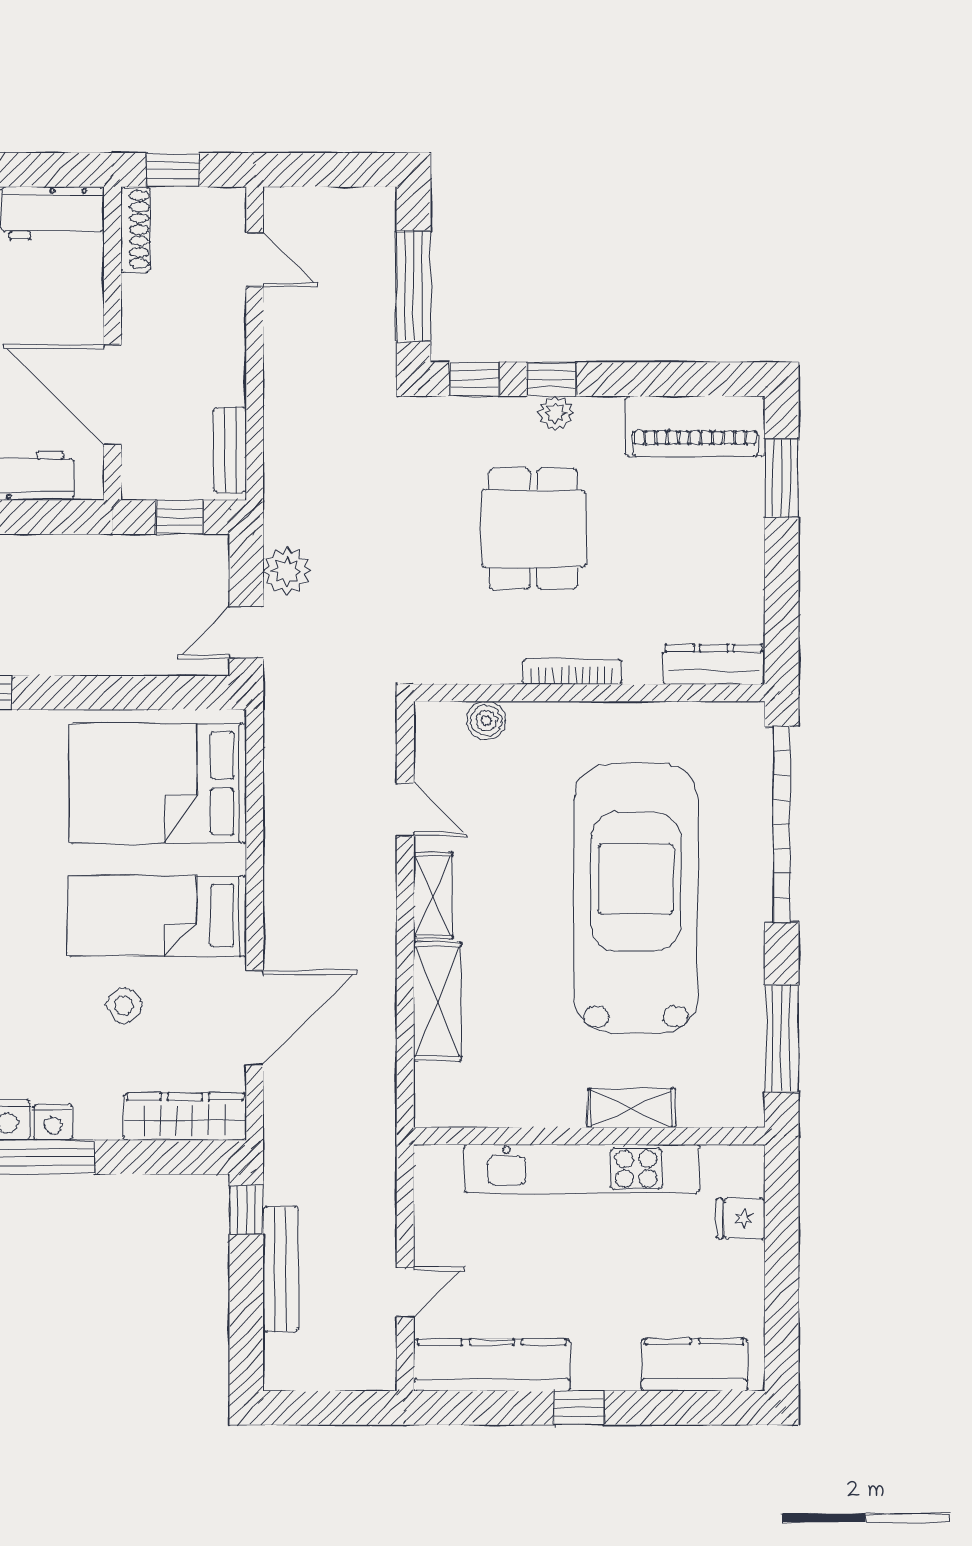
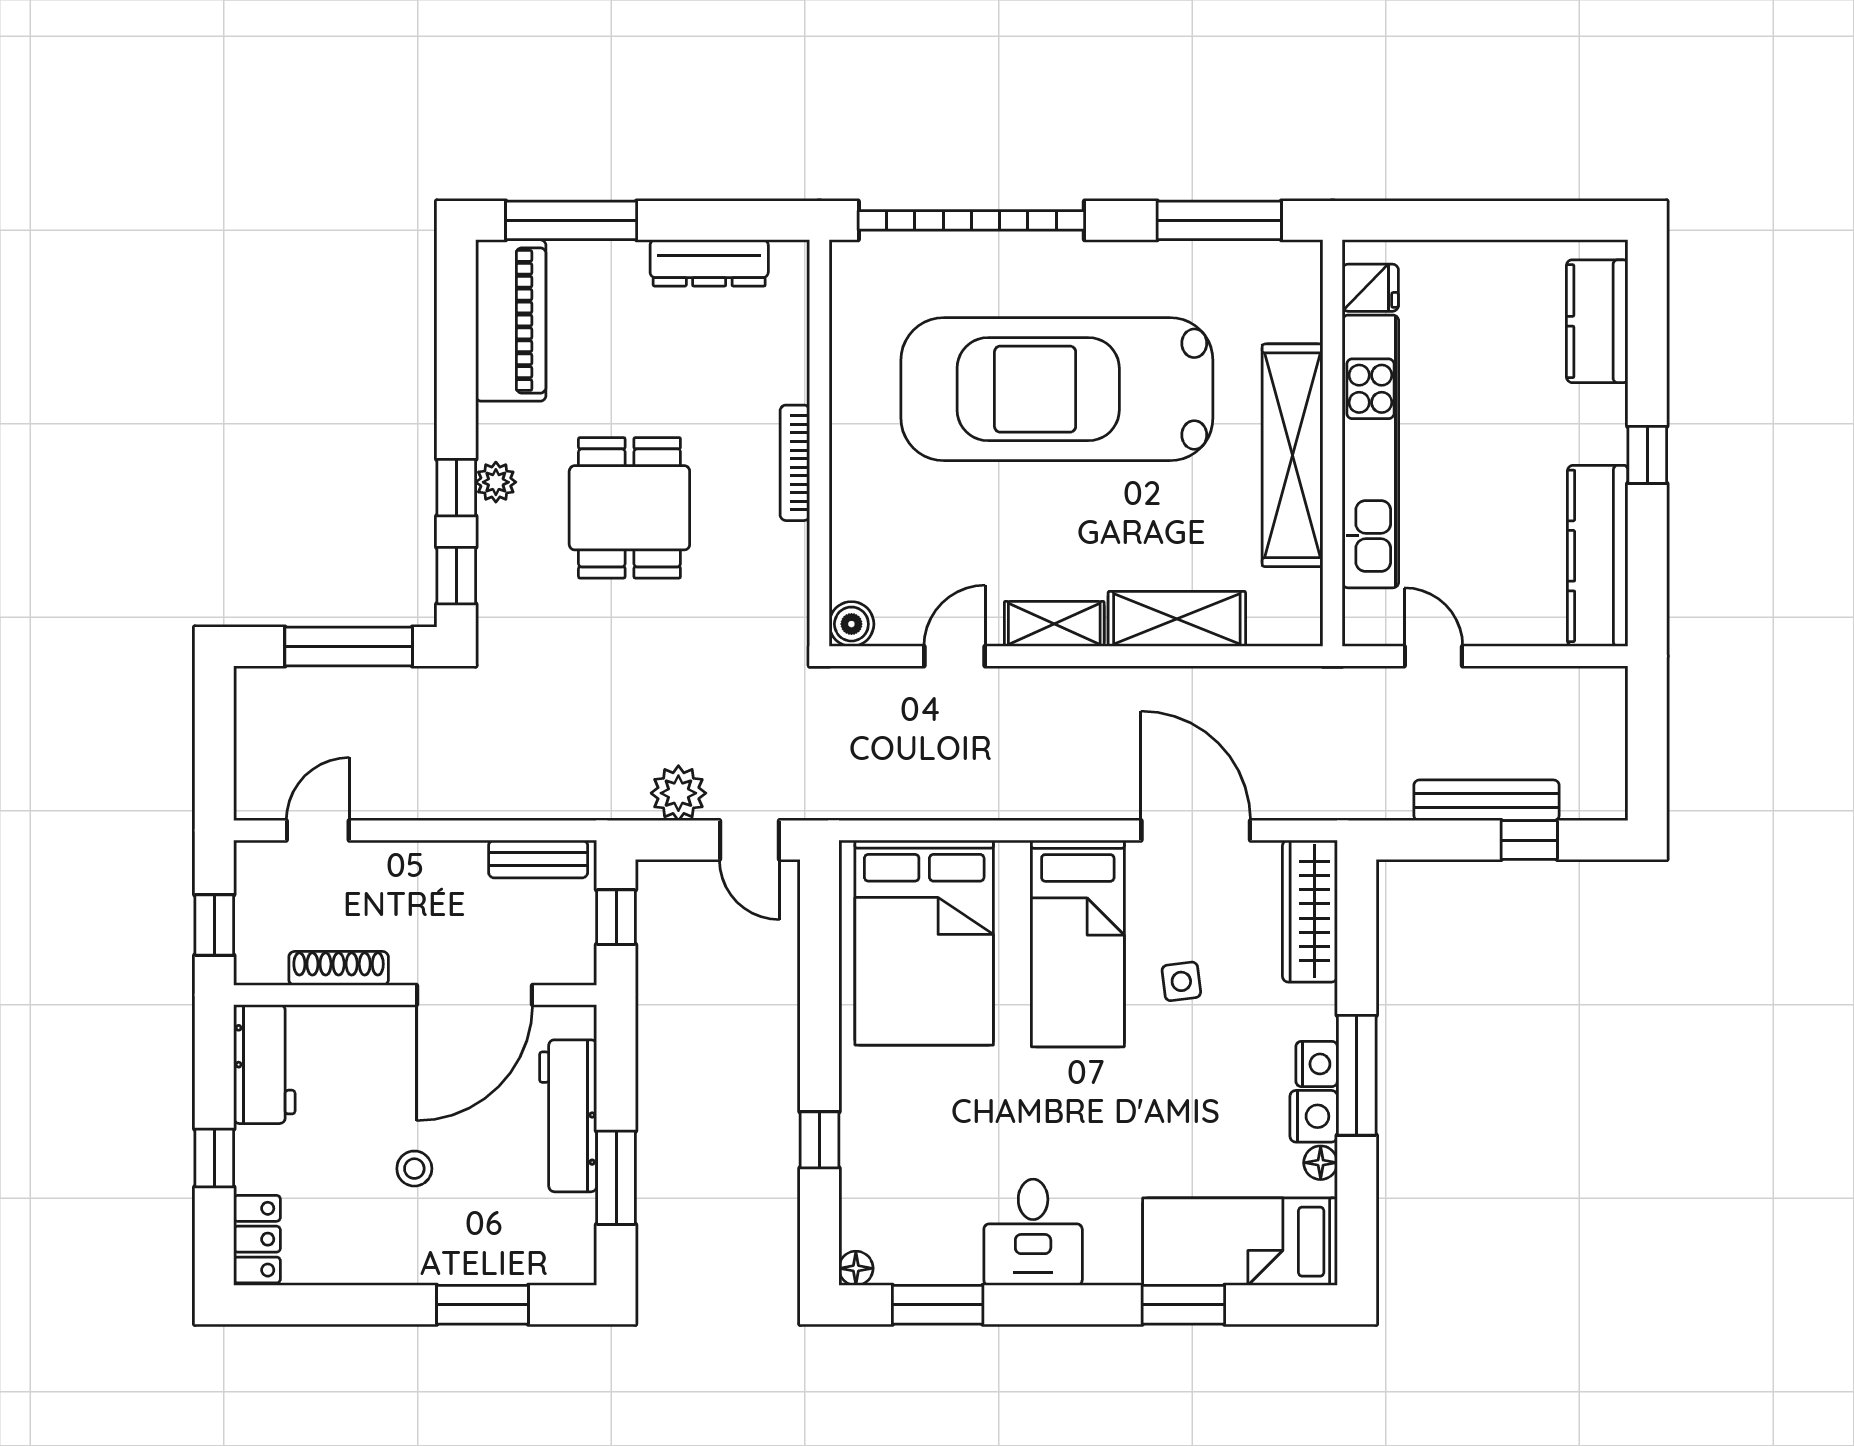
shoe rack: (135, 230) -> (339, 968), moved
window: (782, 478) -> (571, 220), width x1.44
dining table: (533, 529) -> (629, 508), turned 90
dresser: (714, 664) -> (709, 263), moved, turned -90
boiler: (486, 720) -> (851, 624), moved
side table: (124, 1005) -> (1181, 981), turned 35
shelving: (631, 1108) -> (1293, 455), width x2.20, depth x1.33
window: (246, 1210) -> (1529, 840), moved
fridge: (741, 1218) -> (1370, 288), moved, turned -90
door: (405, 1292) -> (1433, 656), moved

